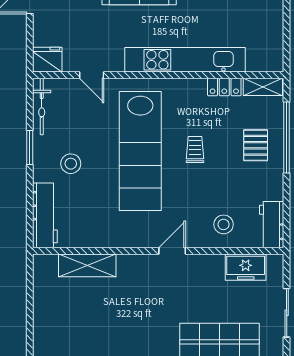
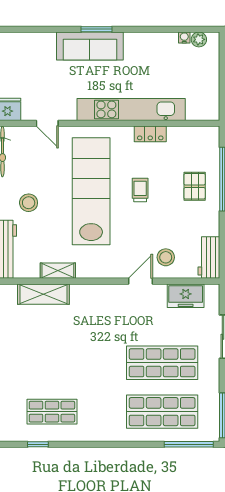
locker: (224, 87) -> (150, 134), moved
shelving: (263, 87) -> (58, 271), moved
lab bench: (140, 151) -> (91, 191), turned 180
door: (172, 251) -> (140, 281), moved

